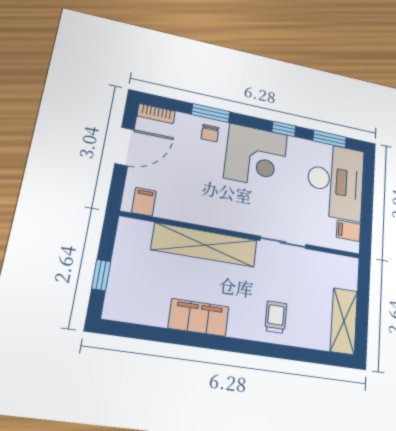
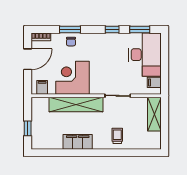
corner desk: (256, 156) -> (72, 78), moved, turned 180
shelving: (344, 321) -> (154, 114), moved

